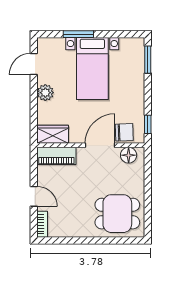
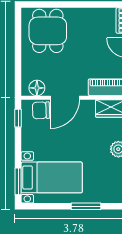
bed with nightstands: (92, 69) -> (52, 177), moved, turned 90
dining table: (117, 214) -> (48, 31), turned 90

